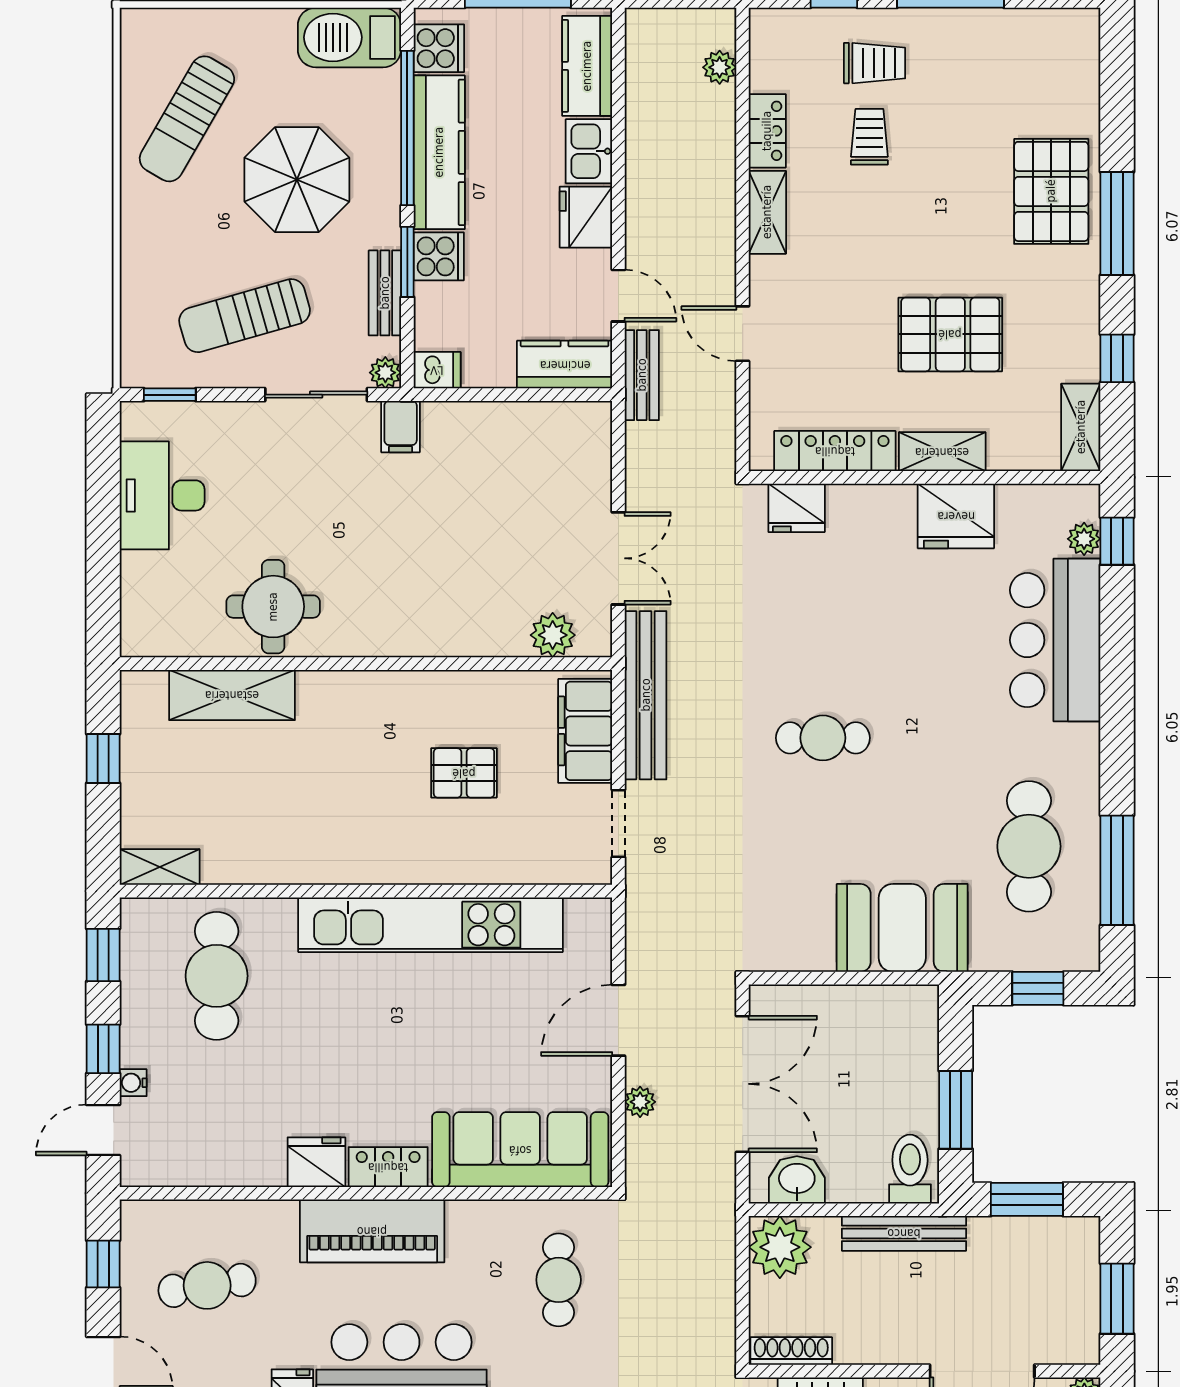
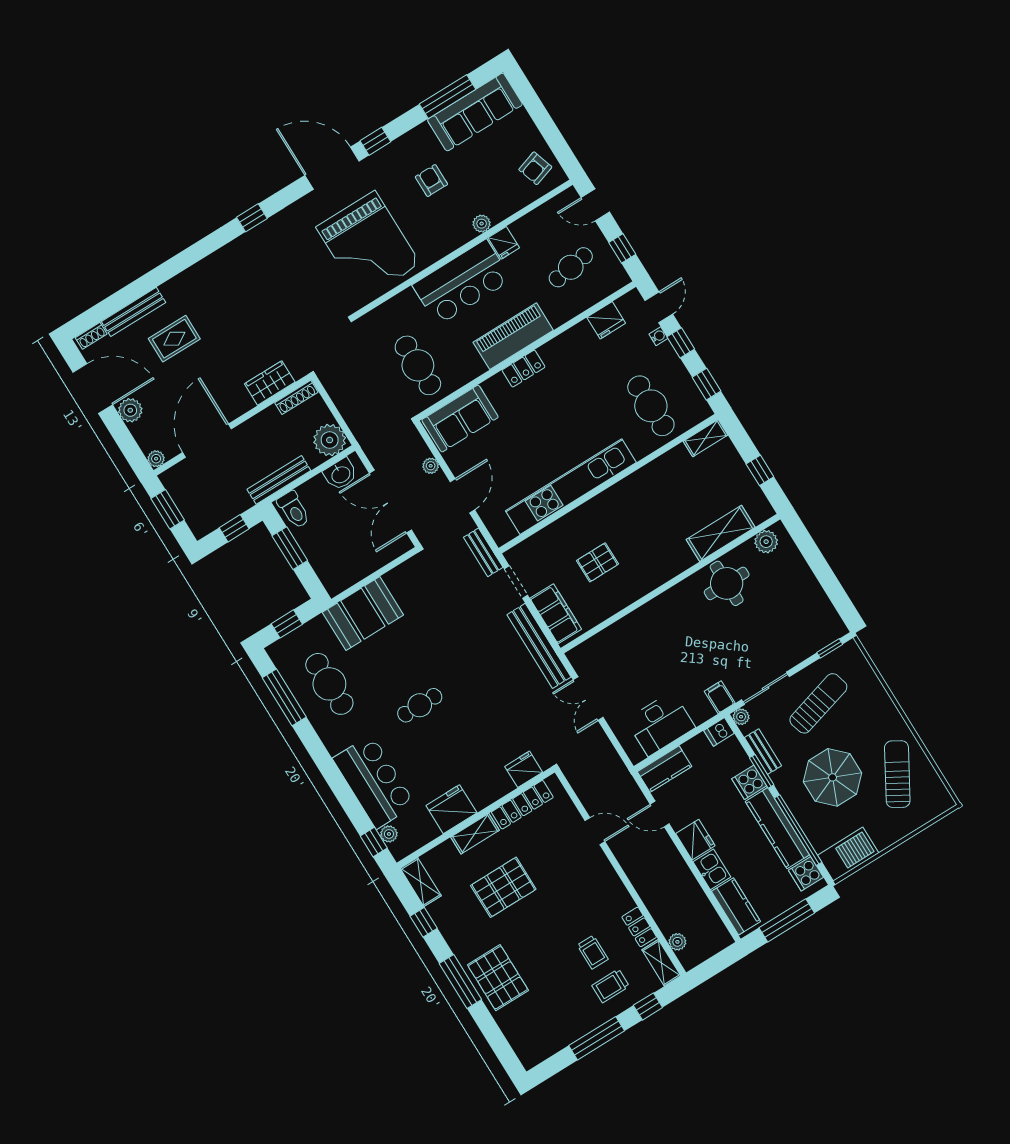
shelving: (767, 212) -> (661, 963), moved
bench: (642, 375) -> (483, 552), moved
desk: (162, 495) -> (660, 724), moved, turned 90
plant: (553, 635) -> (766, 542), moved
cafe table: (823, 738) -> (420, 705), moved
sofa: (520, 1150) -> (460, 419), width x0.73
fridge: (316, 1162) -> (606, 320), moved
window: (1027, 1199) -> (234, 528), width x0.67
cafe table: (559, 1280) -> (418, 365), width x1.37, depth x1.35

